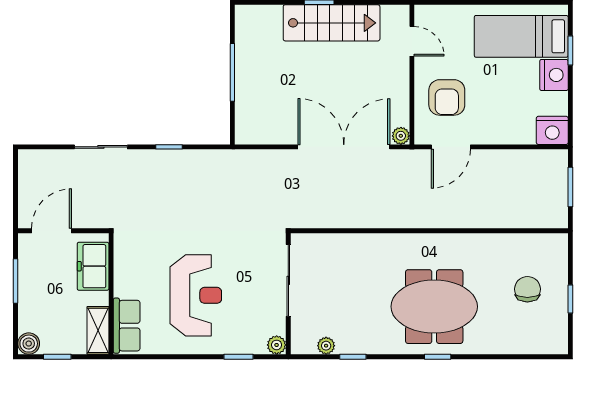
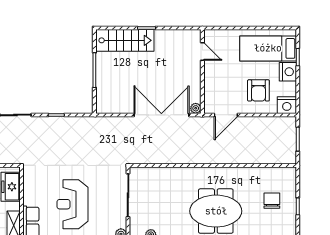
stairs: (332, 23) -> (125, 40), moved
armchair: (447, 97) -> (258, 90), moved
reception desk: (196, 295) -> (72, 204), turned 180

